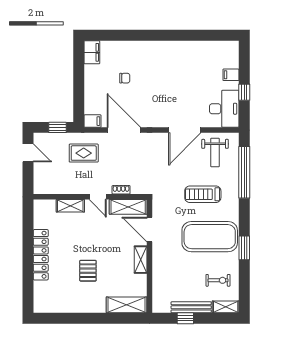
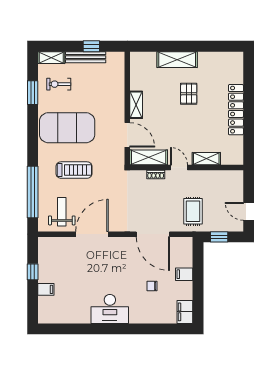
desk: (224, 109) -> (110, 309), moved, turned -90
filing cabinet: (92, 121) -> (184, 274), moved
rug: (84, 153) -> (193, 211), turned 90
window: (244, 248) -> (33, 93), moved
shelving: (127, 305) -> (177, 60), moved

